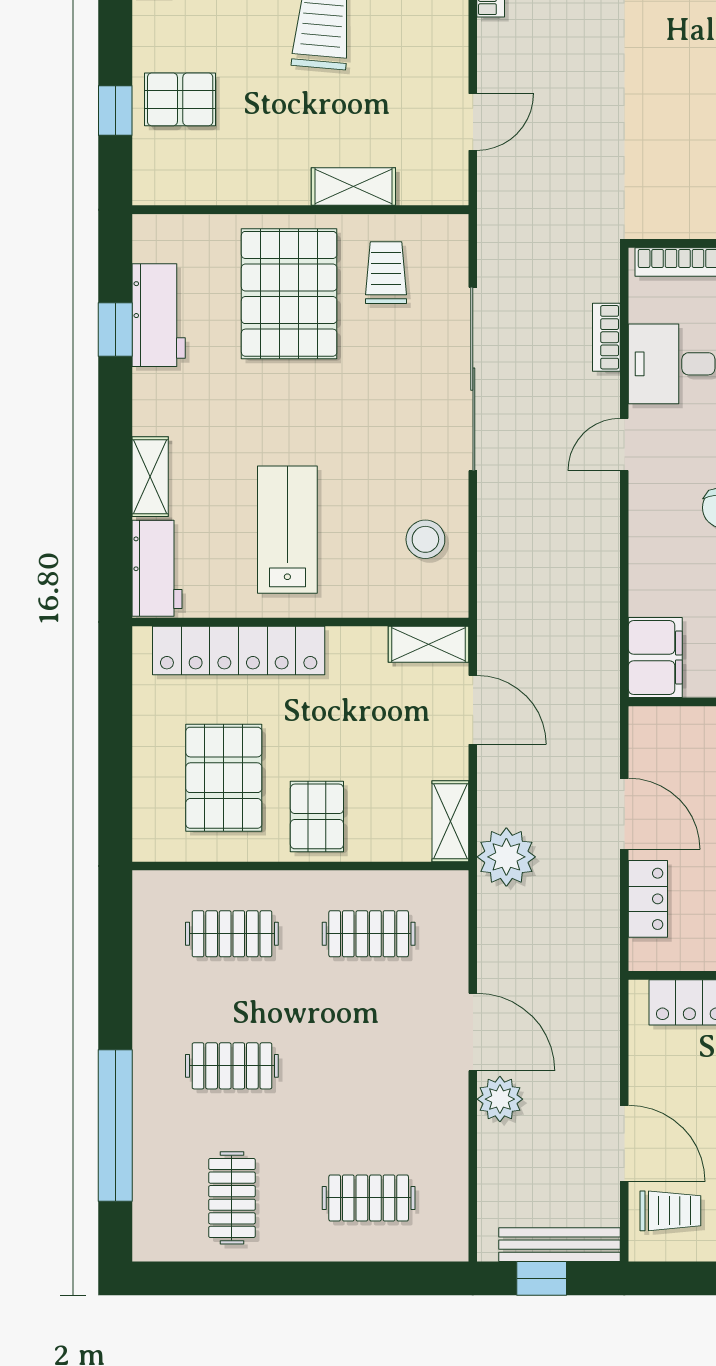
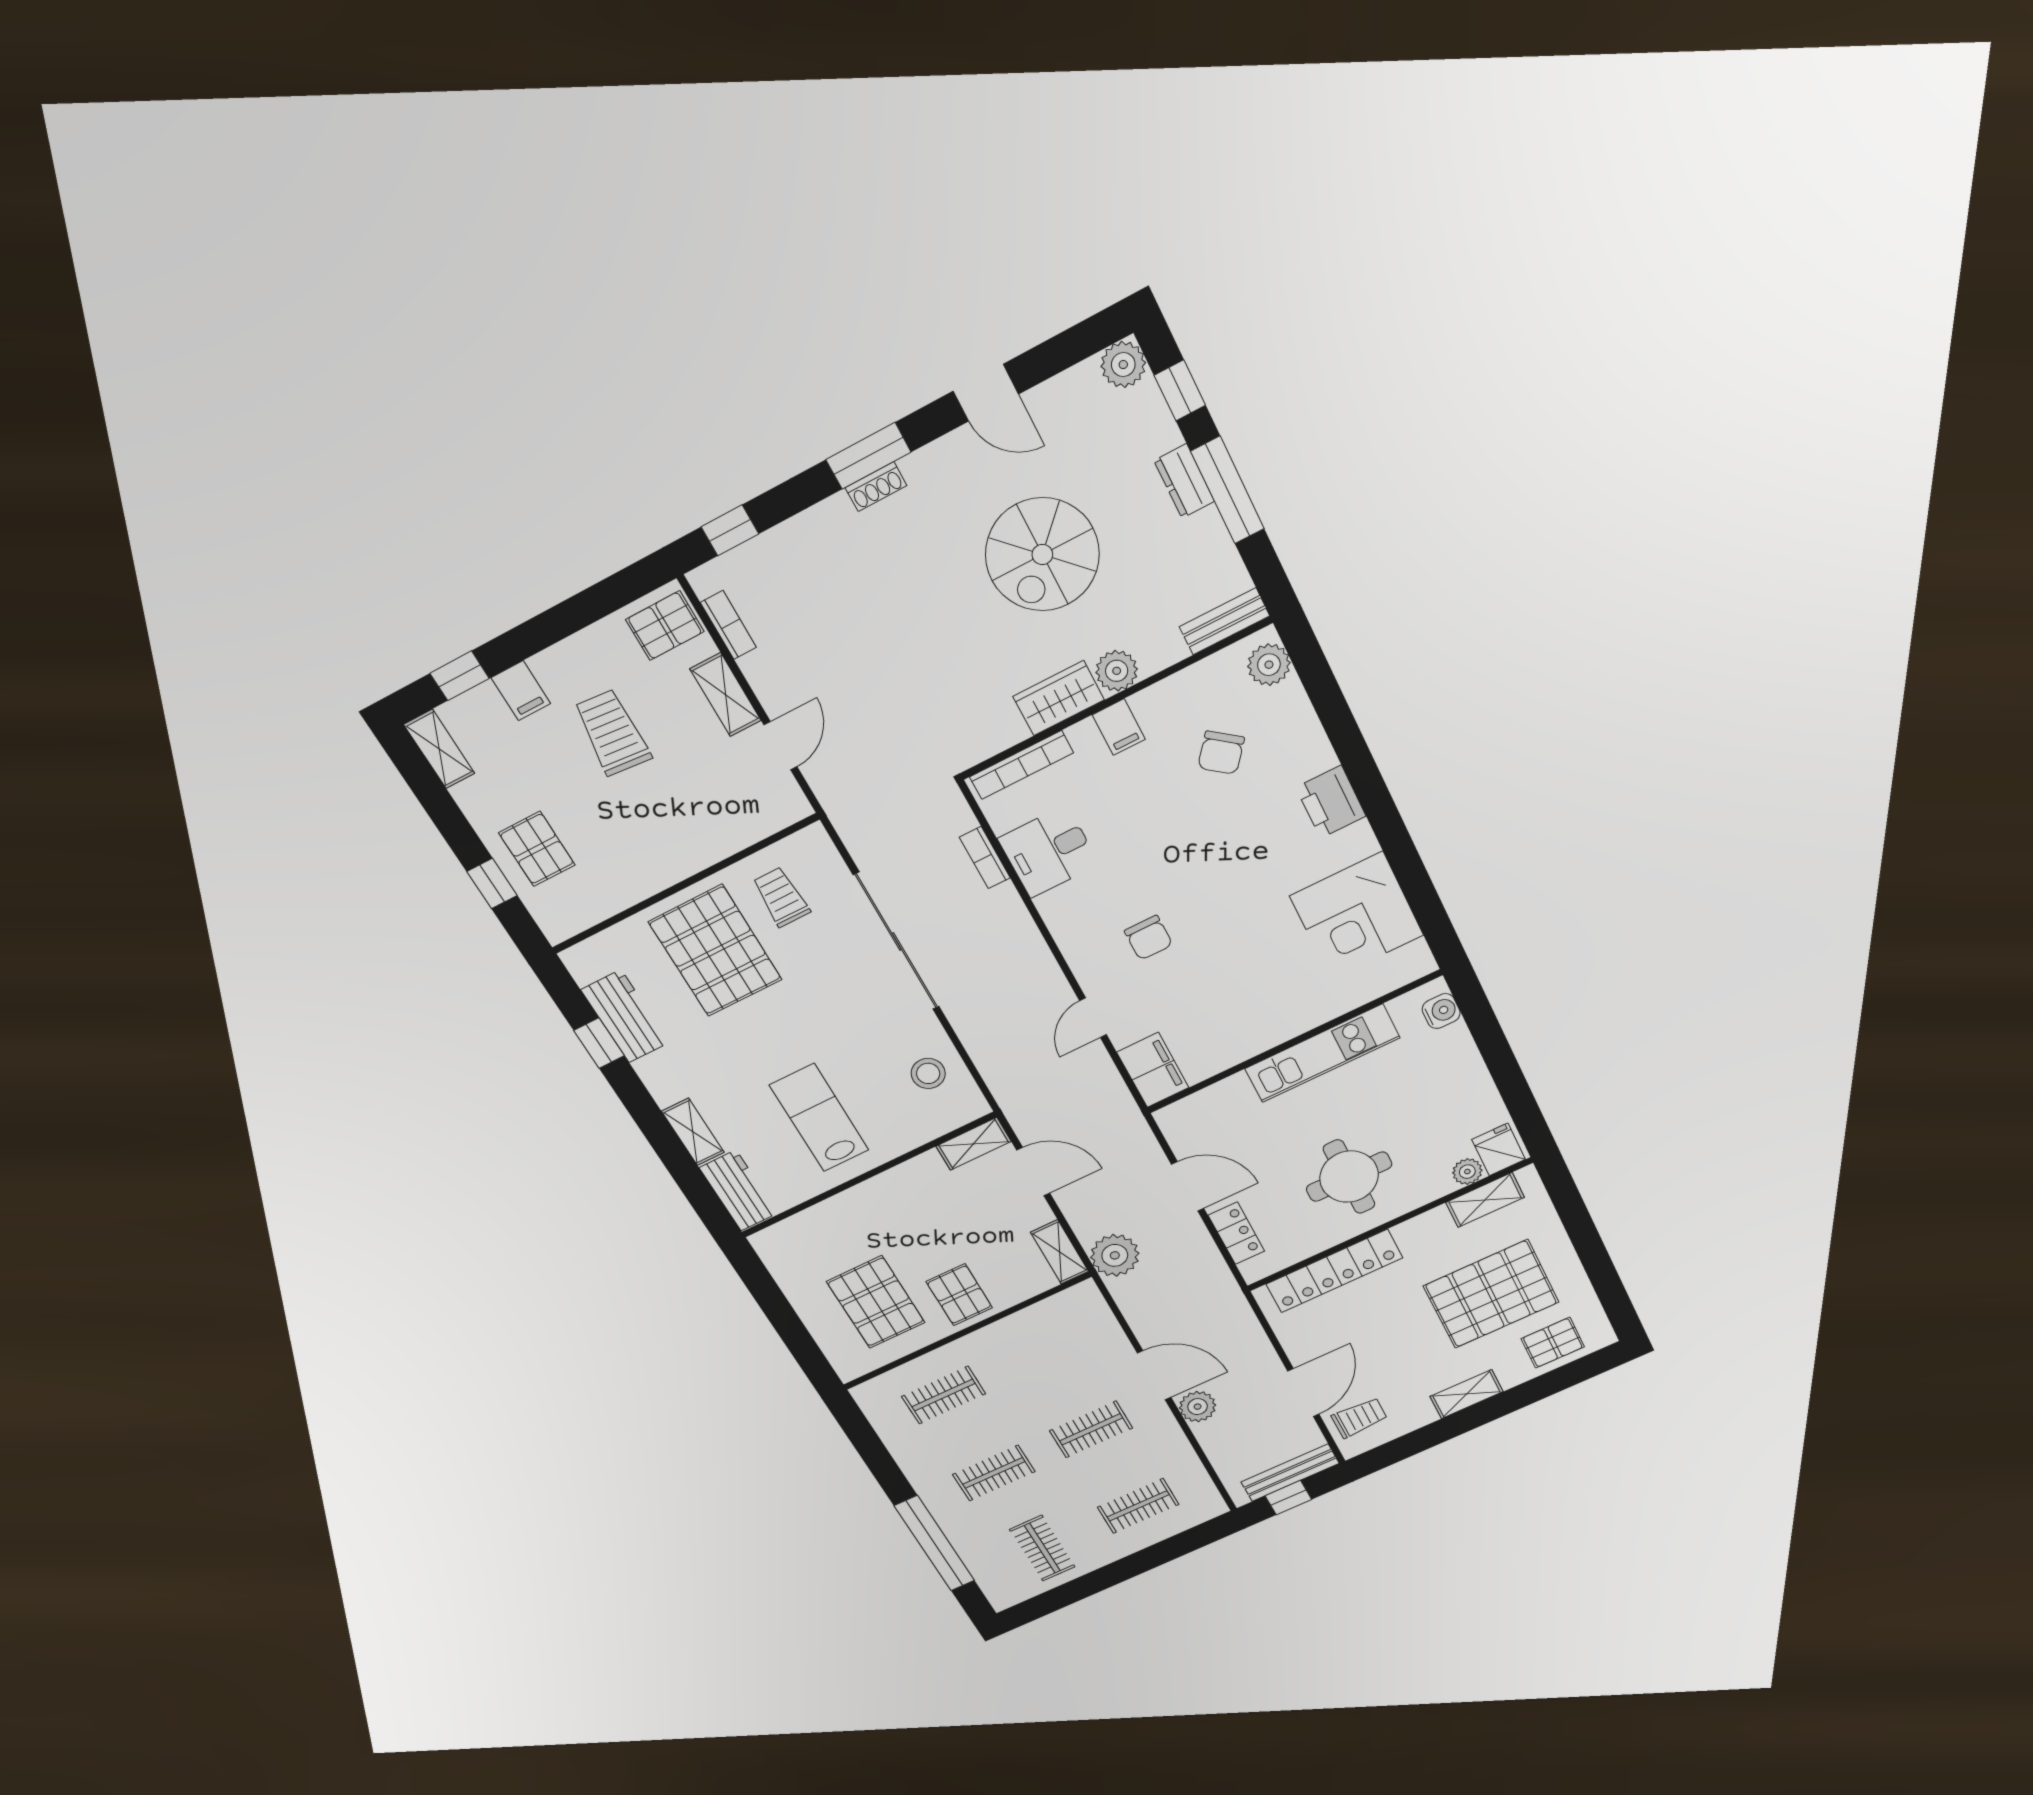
pallet: (180, 99) -> (537, 849), turned 90
shelving: (353, 187) -> (726, 695), moved, turned 90
door: (624, 444) -> (1093, 1018), moved
locker: (239, 651) -> (834, 1216), removed
clothes rail: (369, 934) -> (1091, 1429), moved
door: (624, 1143) -> (1303, 1393), hinge flipped

